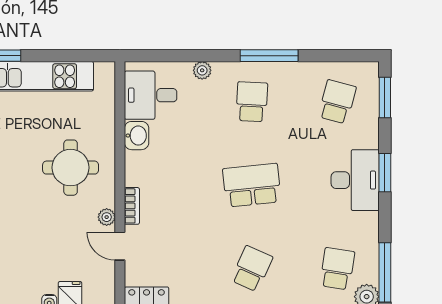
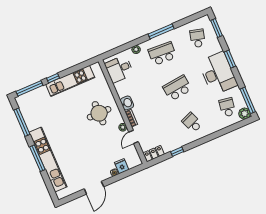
school desk: (252, 102) -> (162, 54), width x1.85
washbasin: (137, 136) -> (127, 103), moved
desk: (355, 180) -> (218, 73), width x1.36, depth x1.30
door: (120, 246) -> (133, 137), hinge flipped
school desk: (252, 269) -> (192, 123), turned -45

